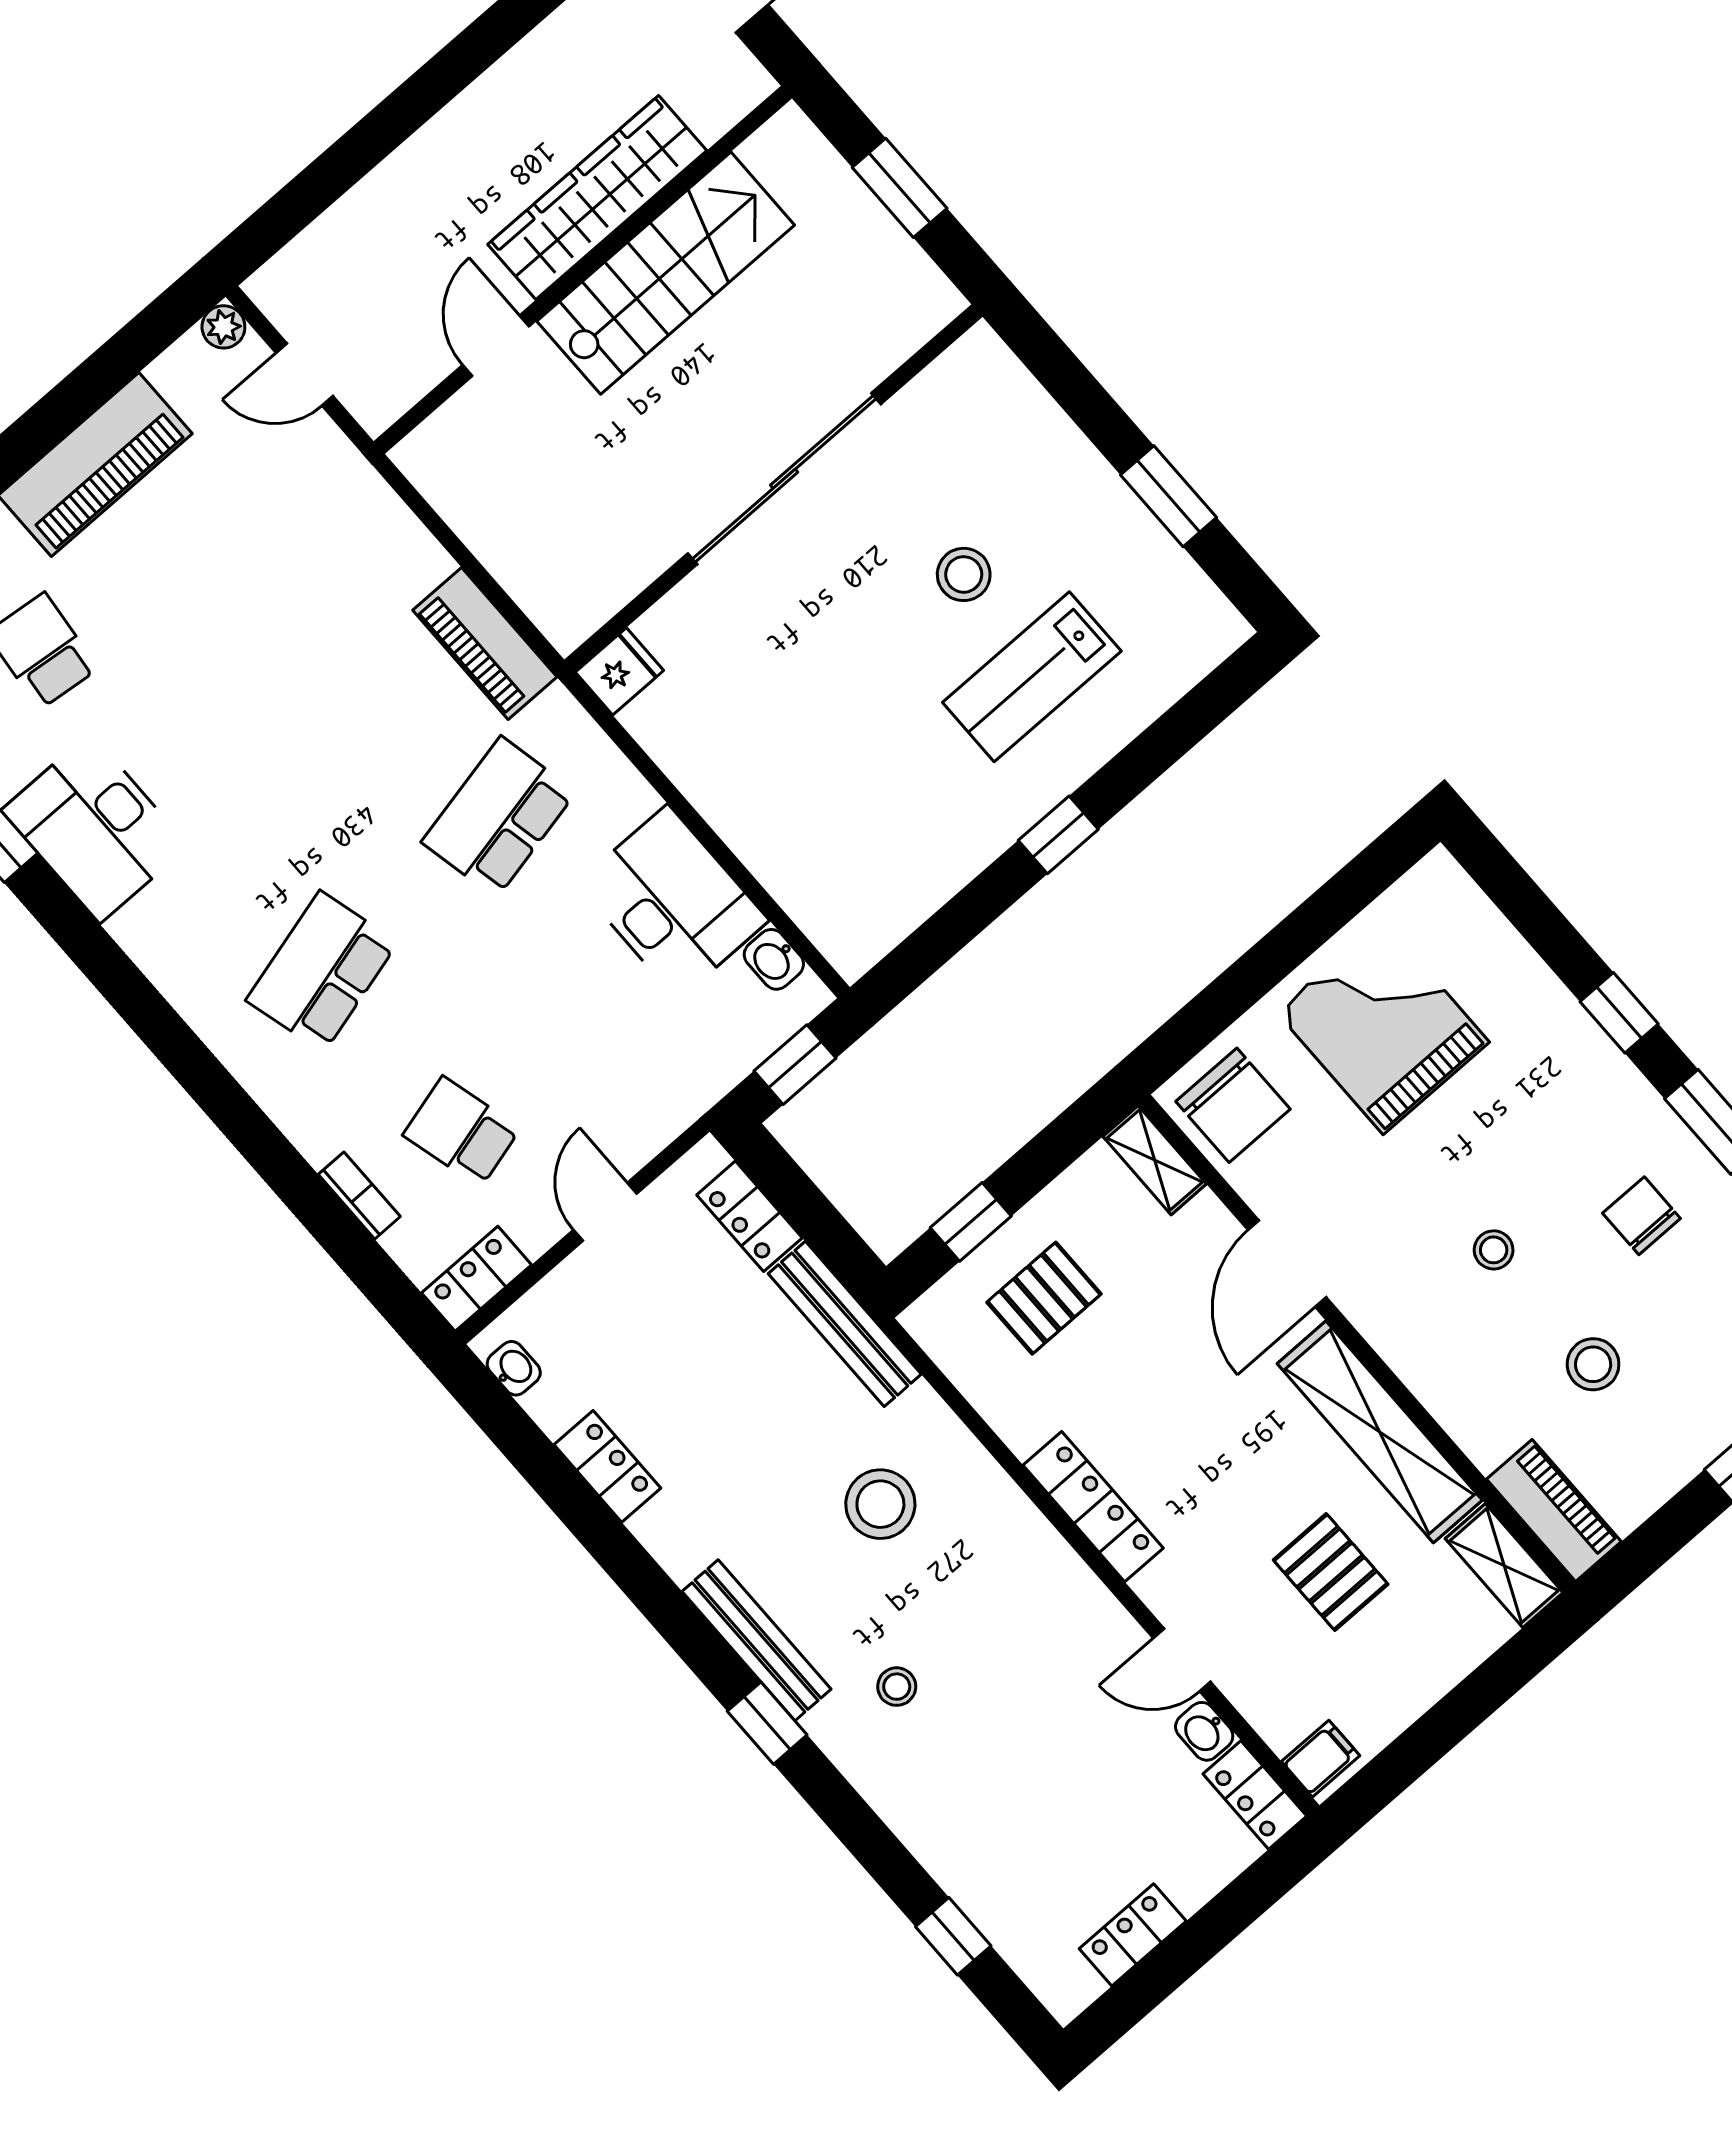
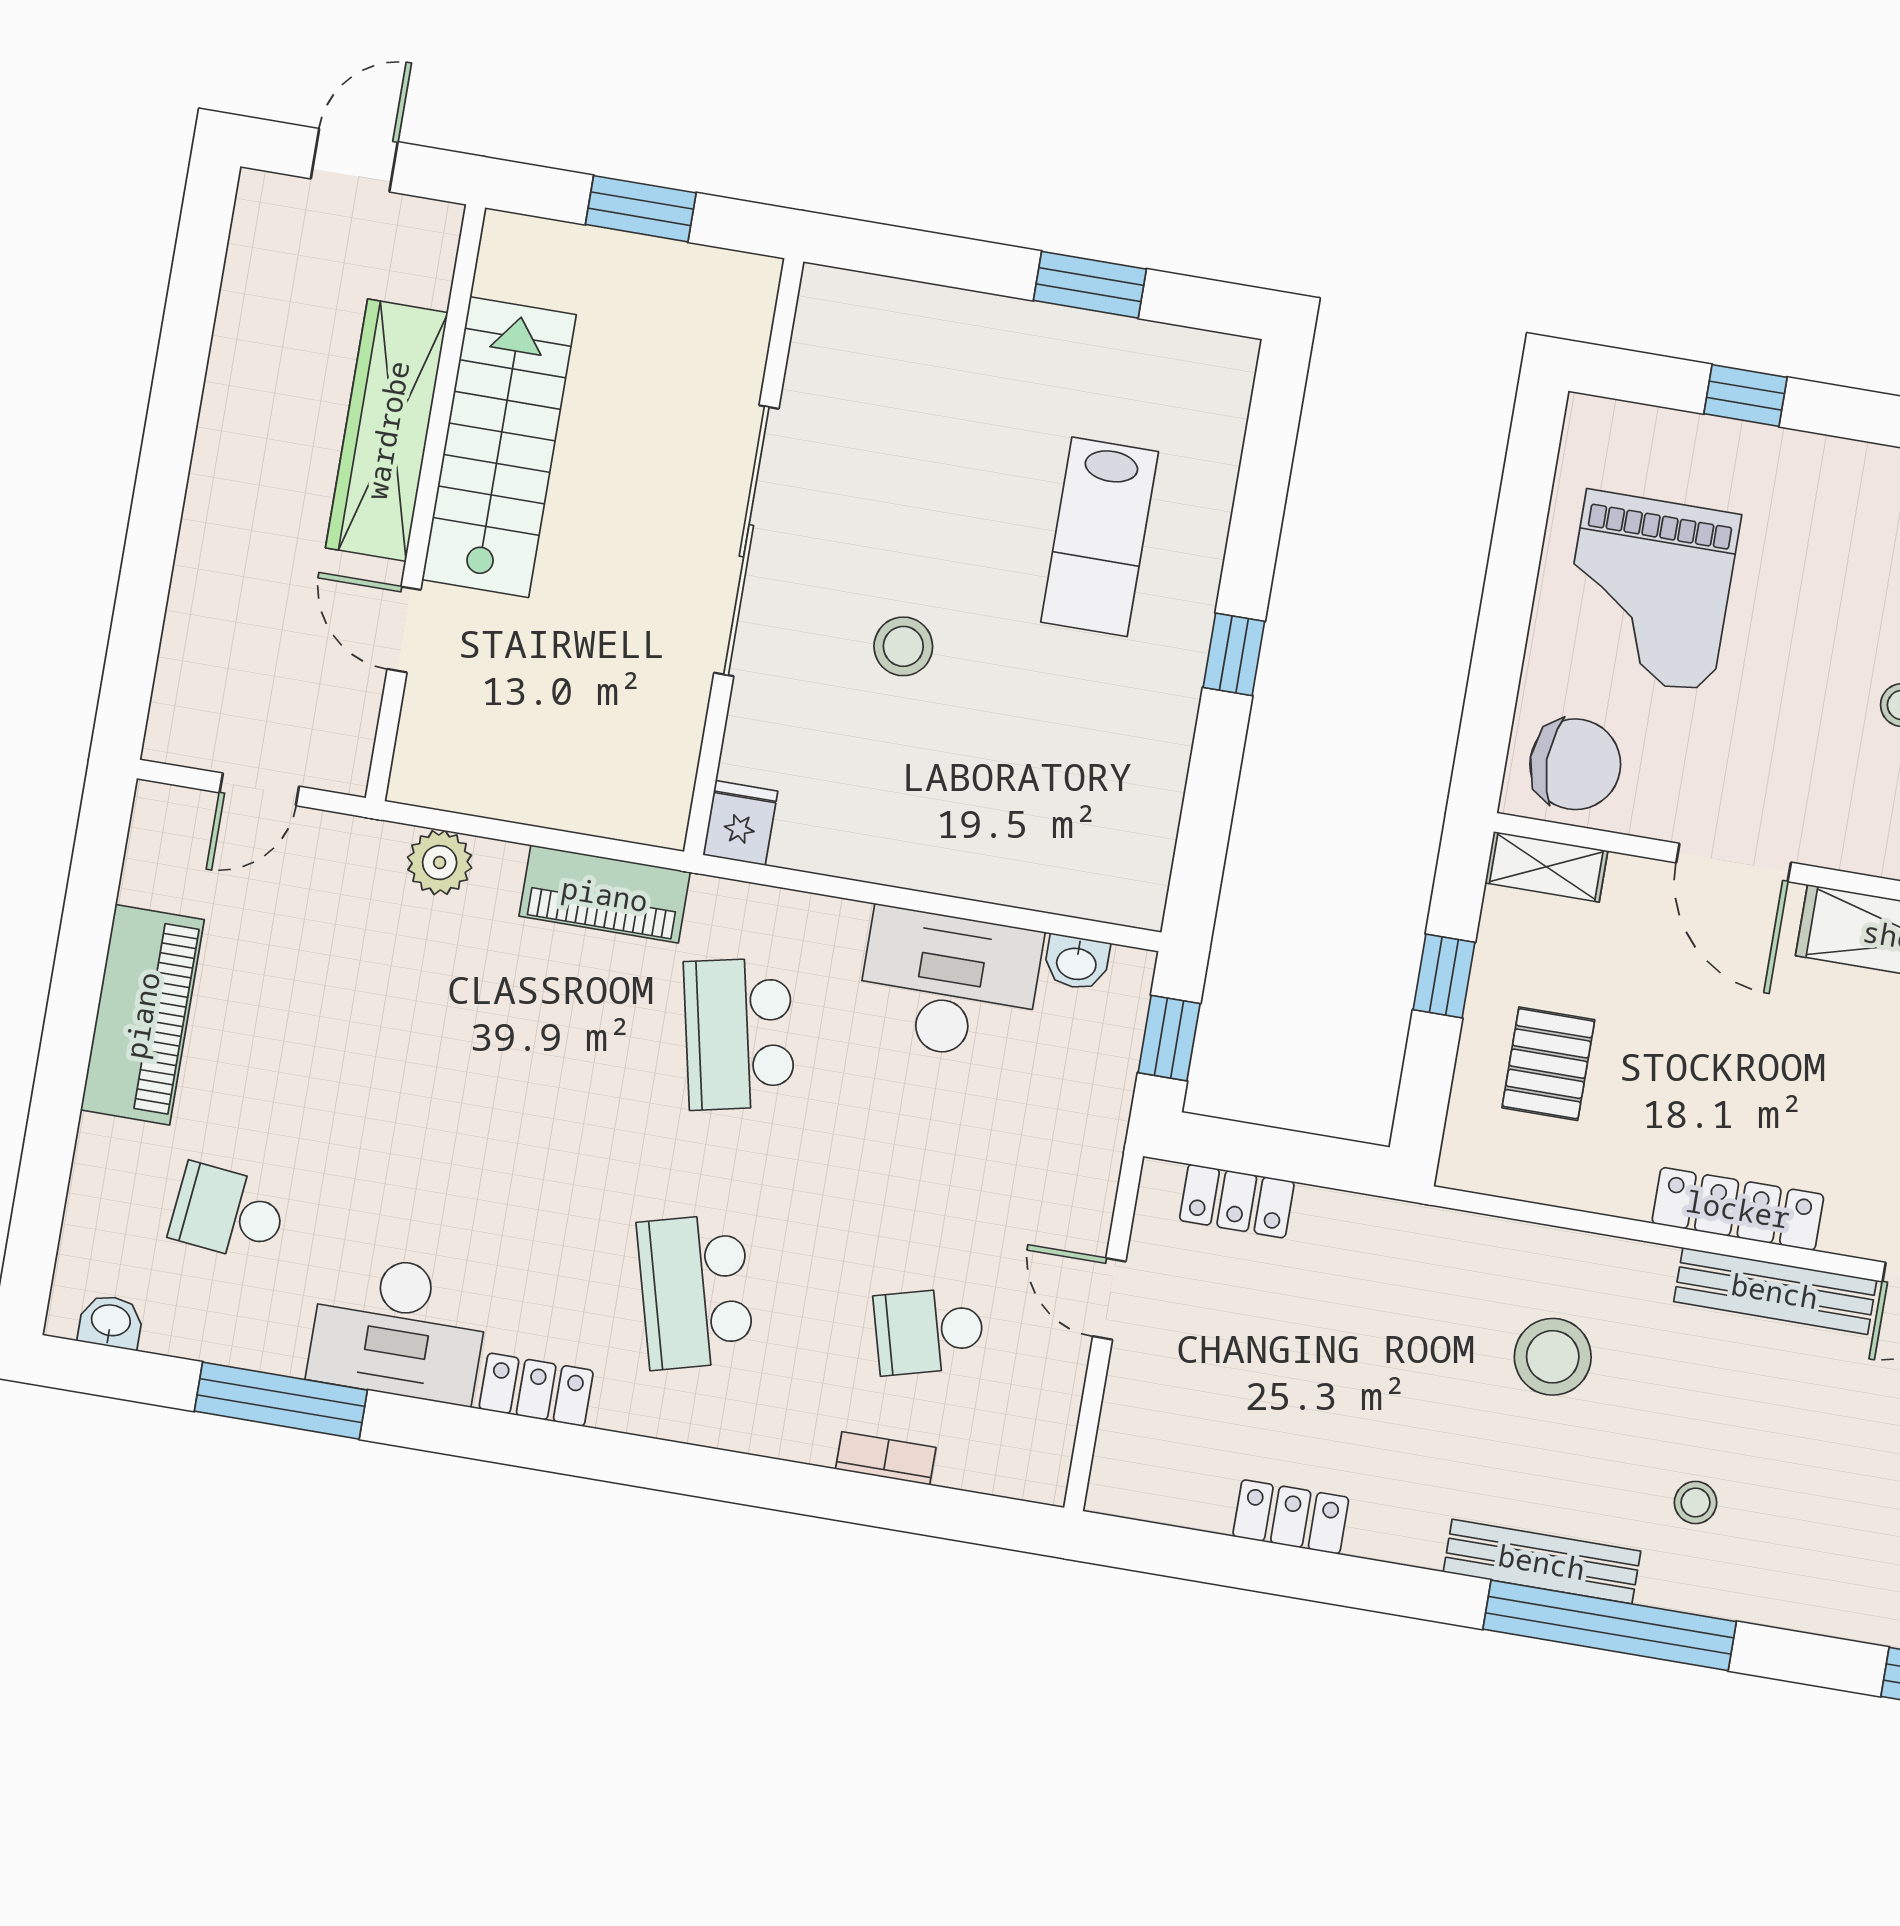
plant: (223, 327) -> (440, 863), moved, width x1.38, depth x1.38
stool: (964, 574) -> (903, 646), moved
window: (1619, 1013) -> (1745, 396), moved
grand piano: (1383, 1027) -> (1649, 591), turned -90
window: (971, 1222) -> (1444, 976), moved
locker: (477, 1279) -> (536, 1390), moved, turned 90
bench: (845, 1324) -> (1775, 1291), moved
washbasin: (514, 1368) -> (1141, 1498), removed
window: (767, 1723) -> (1610, 1625), width x3.17

